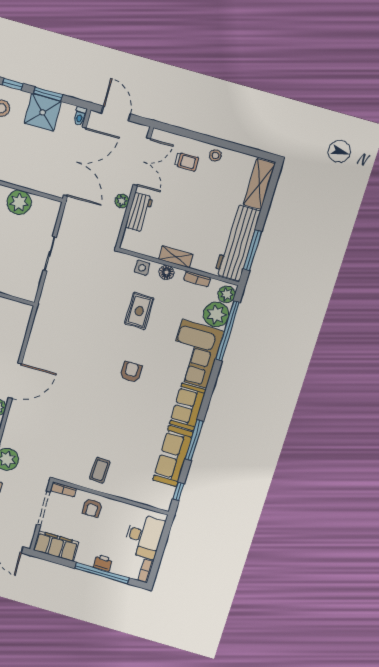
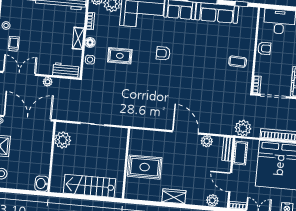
plant: (19, 202) -> (63, 140), moved
workbench: (139, 212) -> (66, 70), moved
armchair: (92, 508) -> (264, 48), moved

